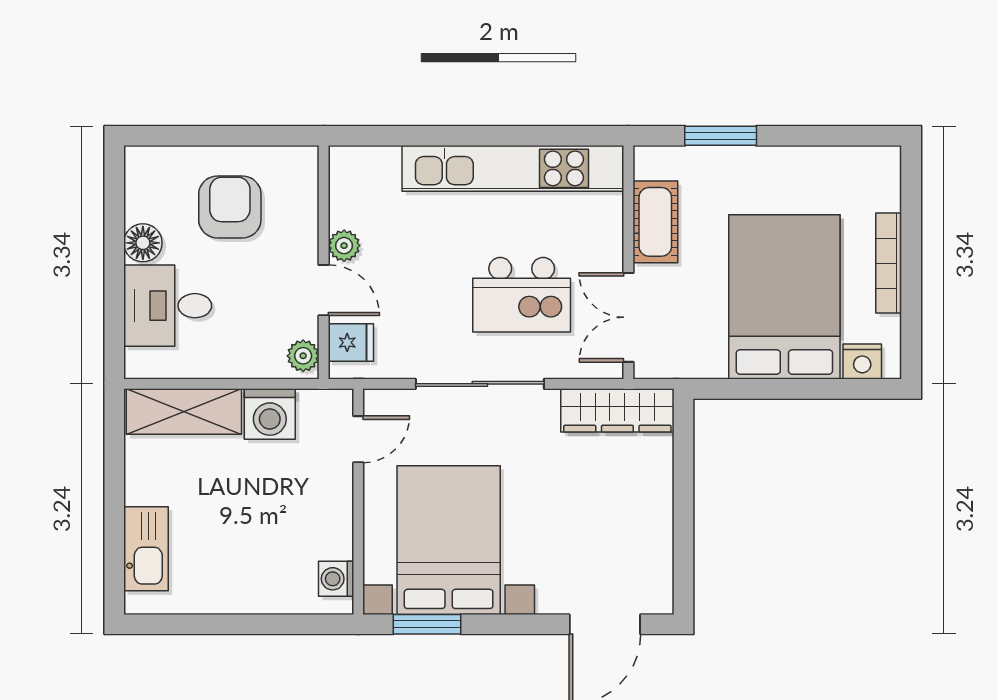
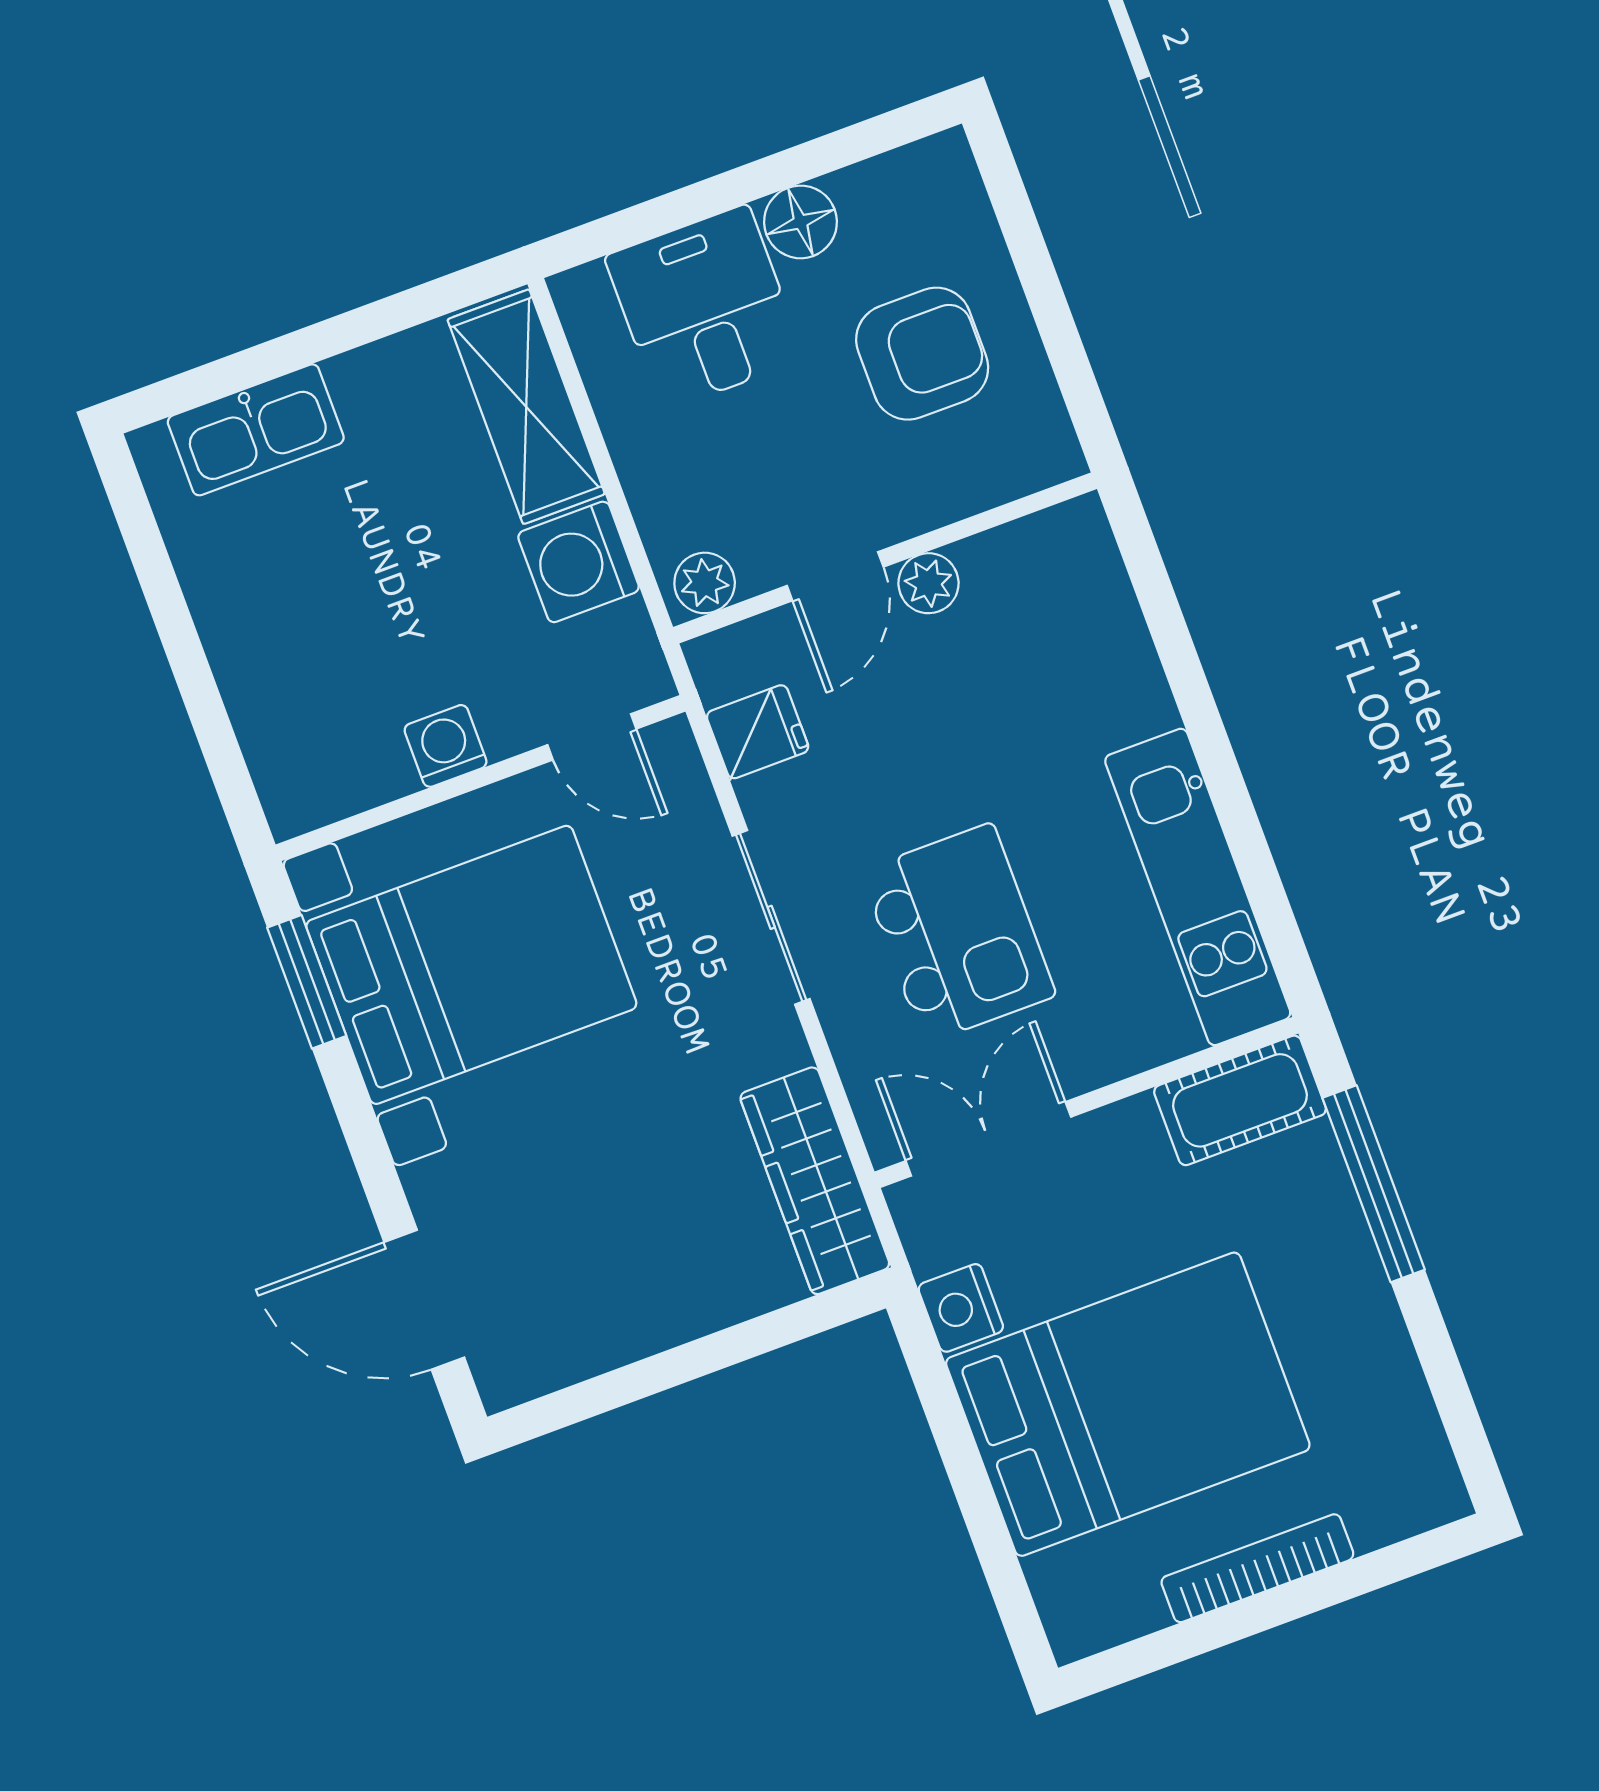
window: (721, 136) -> (1374, 1184), width x1.44
kitchen unit: (513, 168) -> (1198, 887), width x0.73
cot: (655, 222) -> (1240, 1100), moved
kitchen island: (522, 295) -> (958, 933), turned 180
fridge: (351, 342) -> (758, 732), moved, turned -90
nightstand: (862, 362) -> (961, 1308), moved
sliding door: (480, 384) -> (771, 917), width x0.73
washing machine: (336, 579) -> (446, 746), moved

